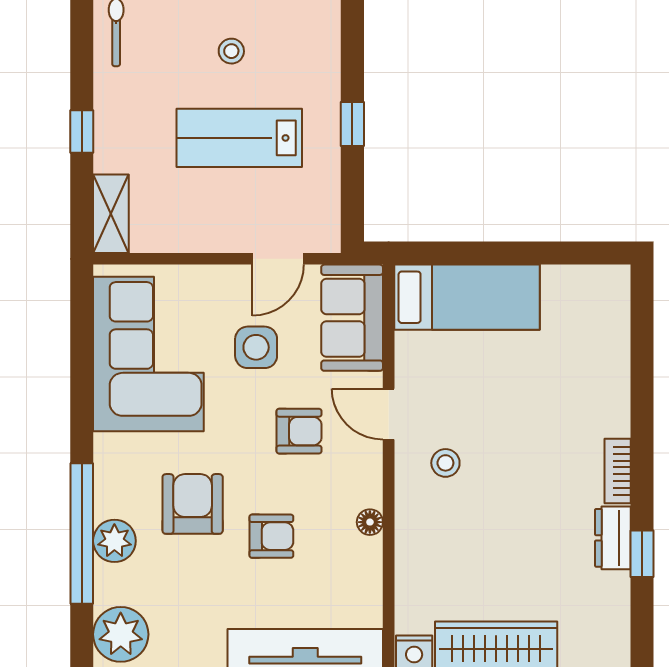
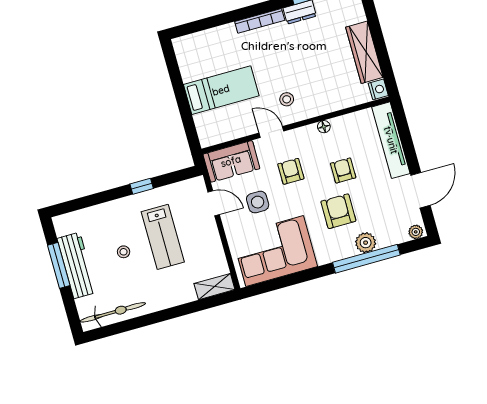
window: (82, 132) -> (180, 311), removed
bed: (467, 297) -> (221, 90), moved, turned 90
door: (389, 414) -> (271, 132), swing flipped
bookcase: (618, 471) -> (260, 21), width x1.56
armchair: (193, 504) -> (338, 211), turned 90
plant: (121, 634) -> (416, 232), width x0.53, depth x0.53

